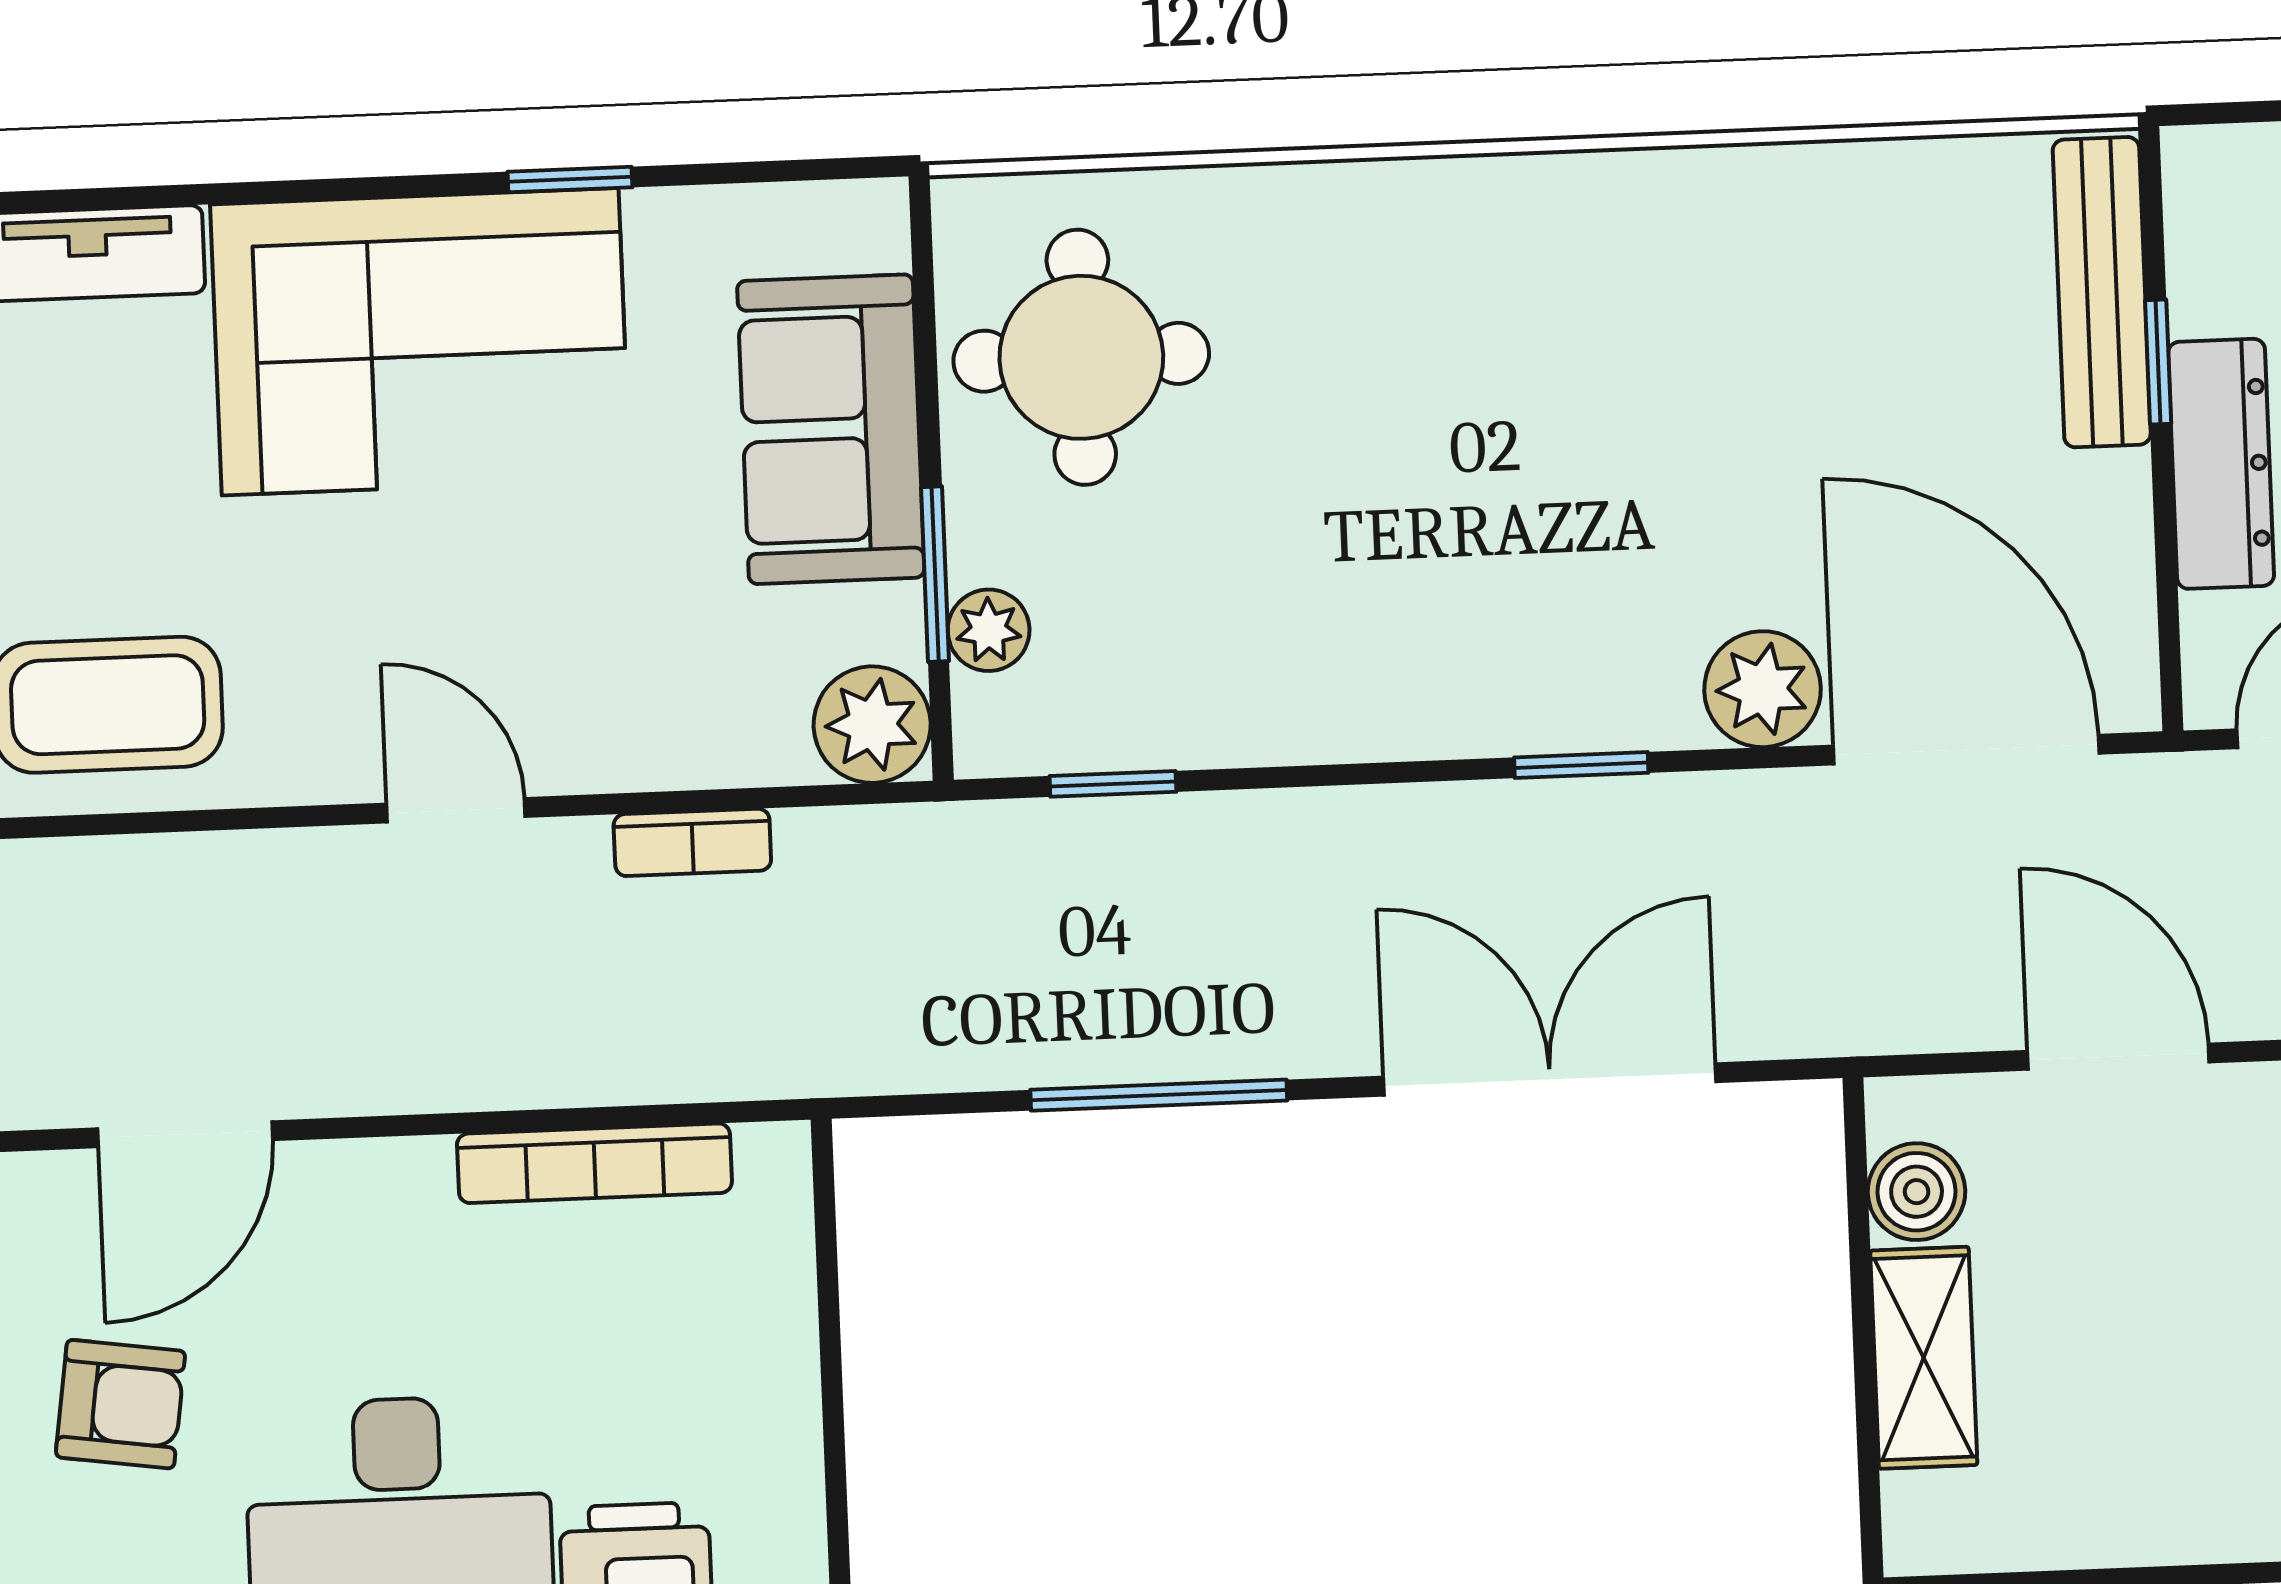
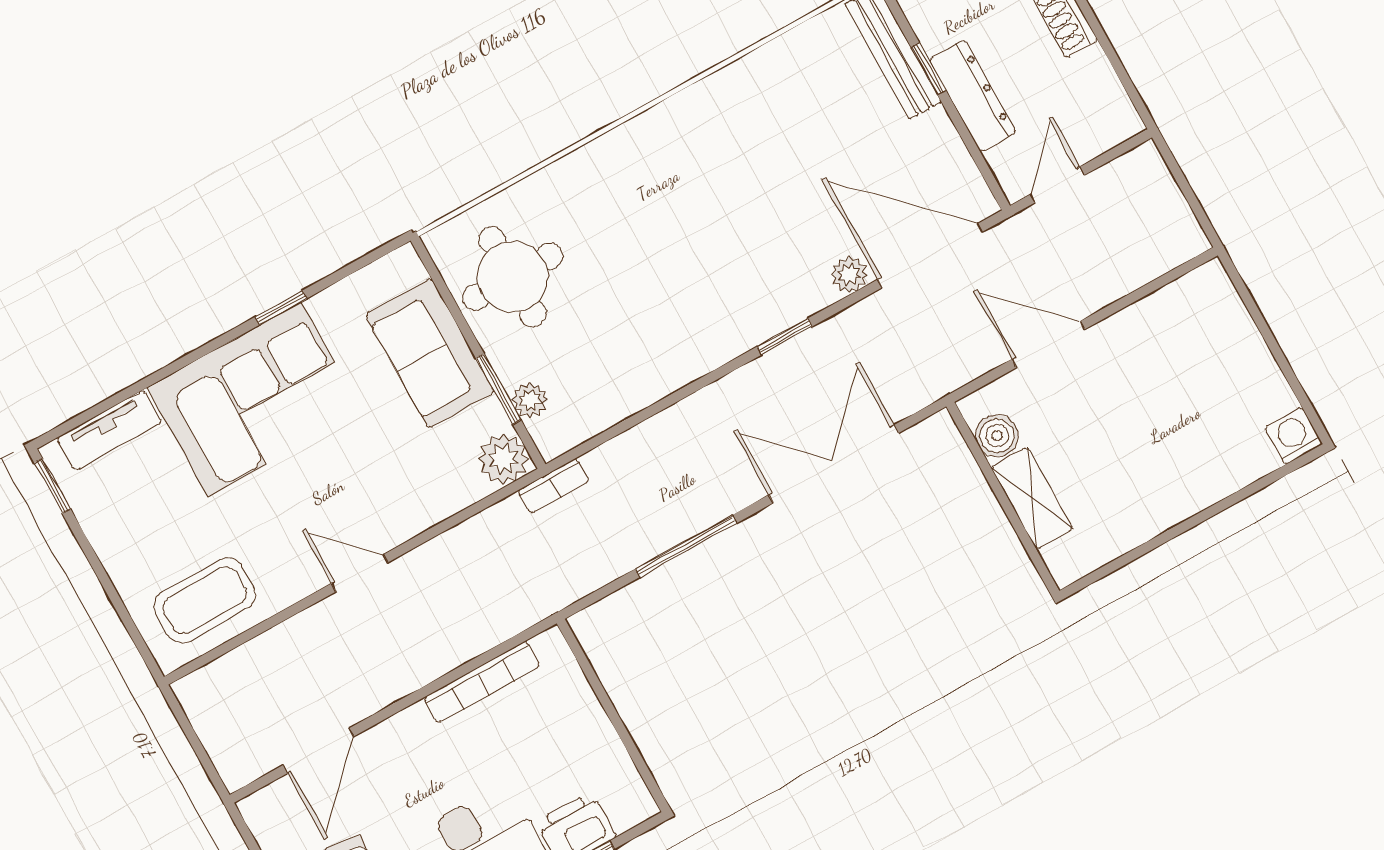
plant: (1763, 689) -> (849, 275), width x0.73, depth x0.73
window: (1113, 784) -> (608, 435), removed
bookcase: (692, 842) -> (554, 486), moved

